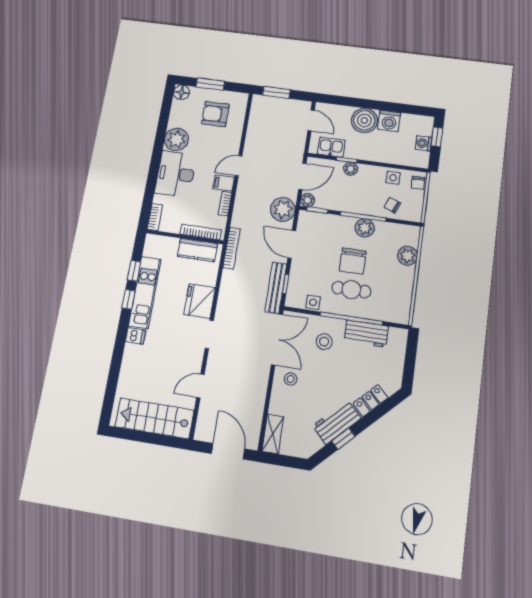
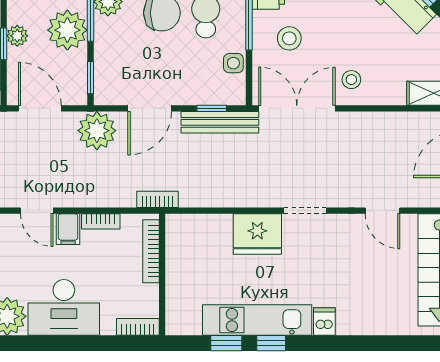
plant: (308, 200) -> (67, 30), moved, width x1.87, depth x1.87
bookcase: (232, 248) -> (158, 199), width x0.64
kitchen counter: (198, 250) -> (180, 251), removed

